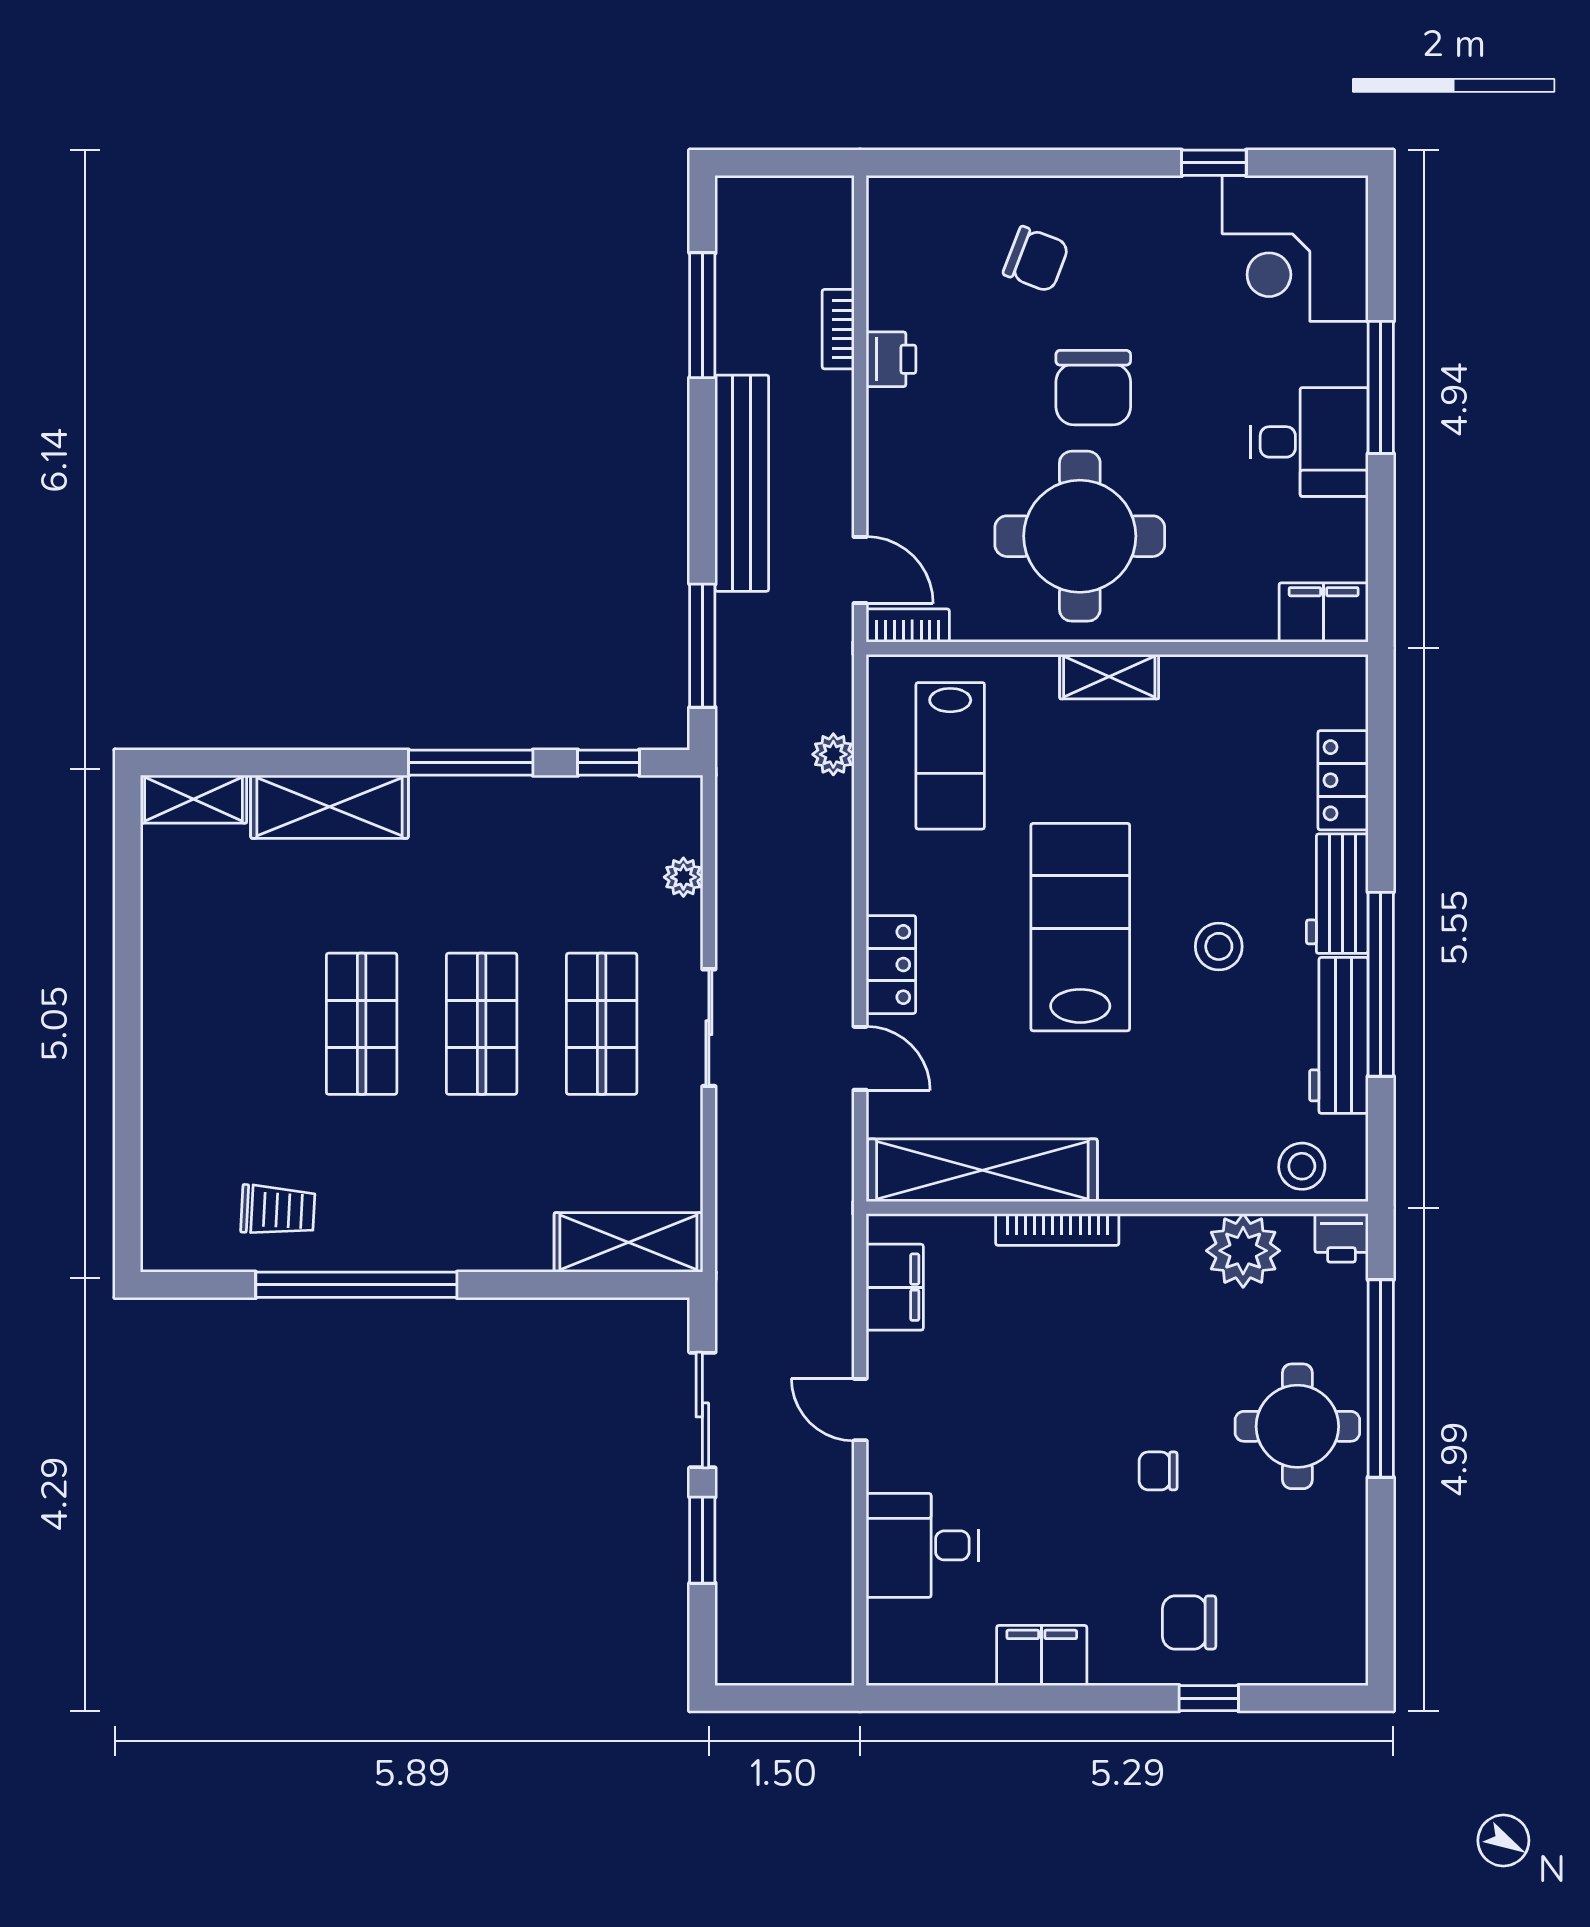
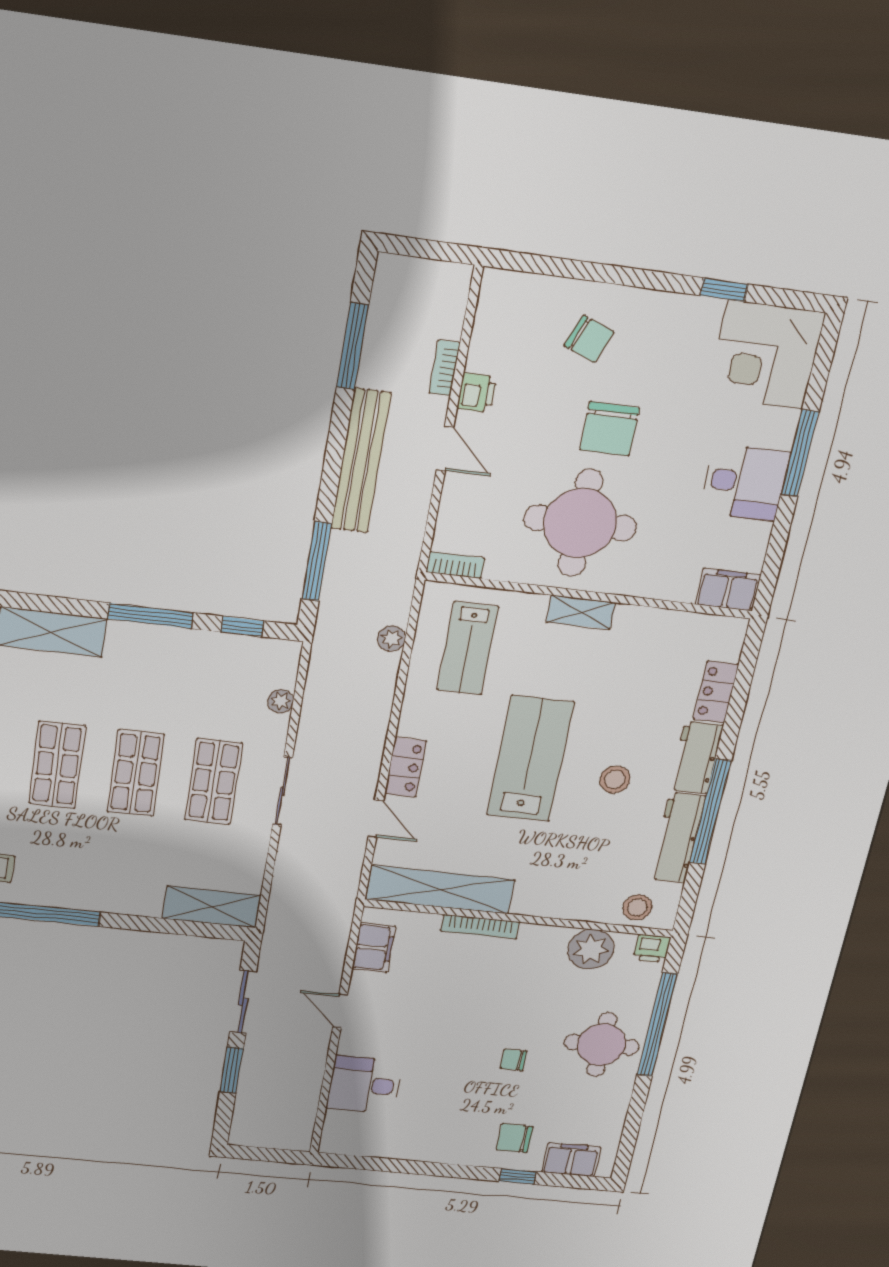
door: (860, 570) -> (445, 448), moved
filing cabinet: (1042, 1655) -> (571, 1160), moved

